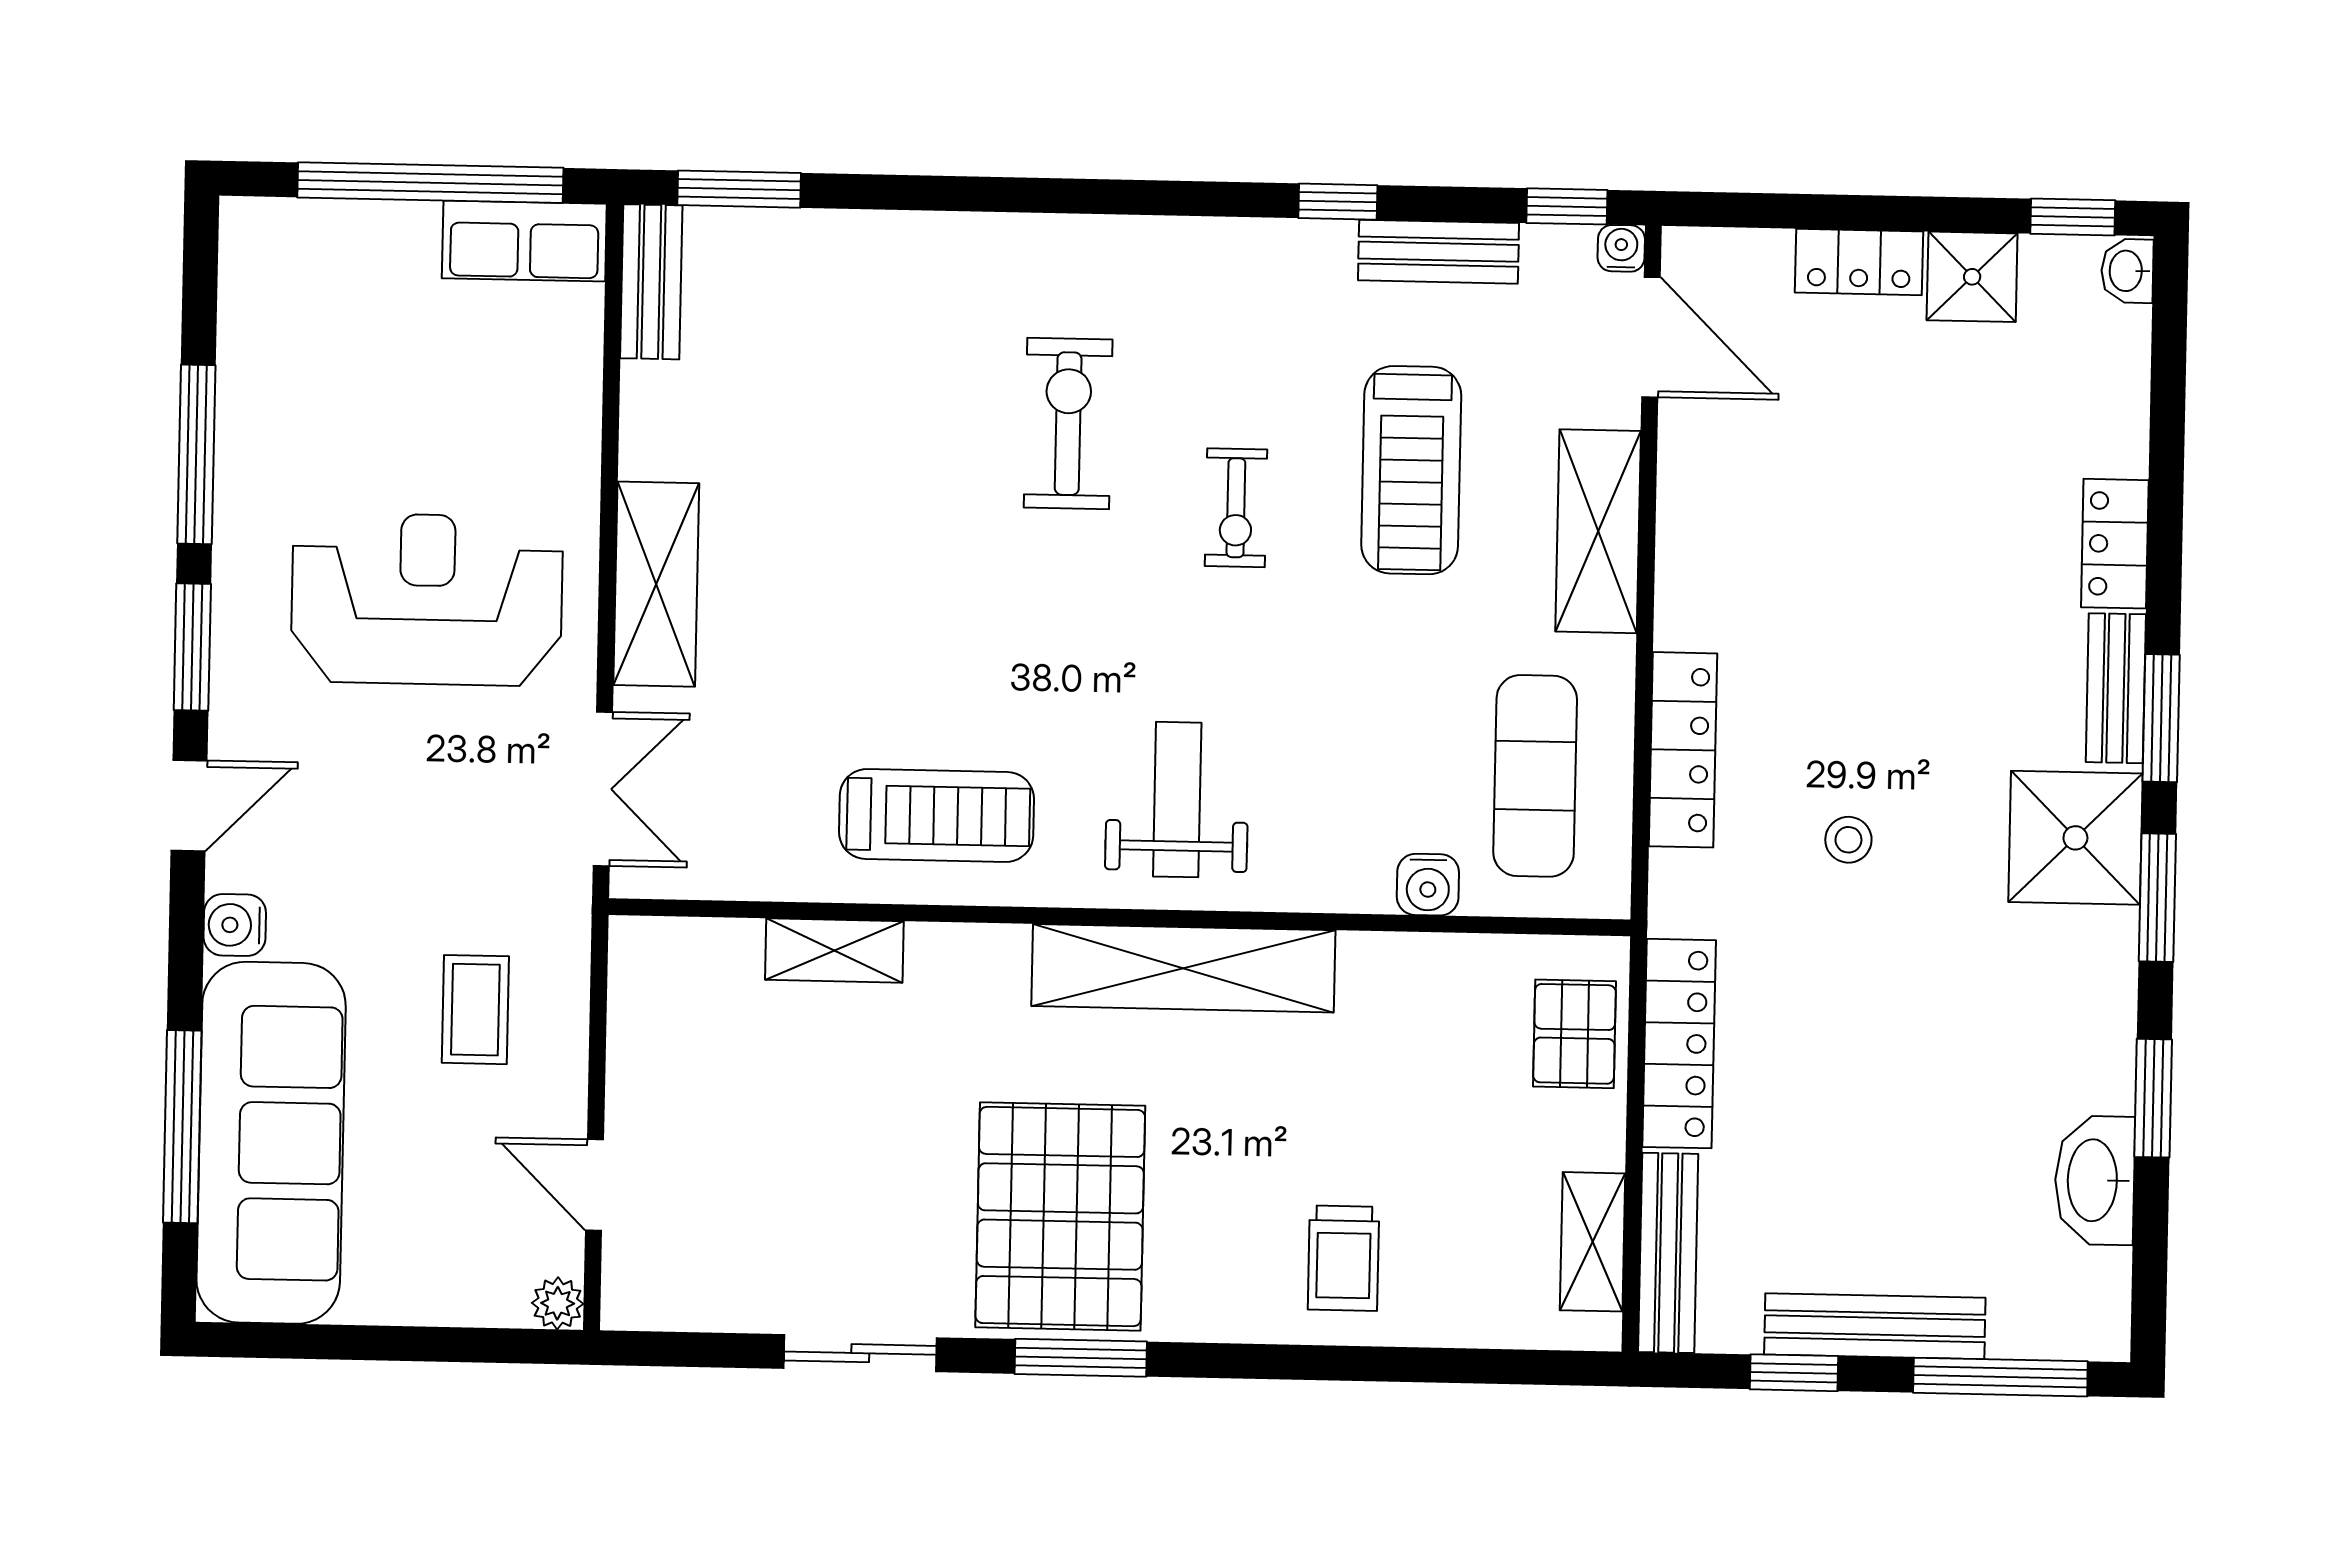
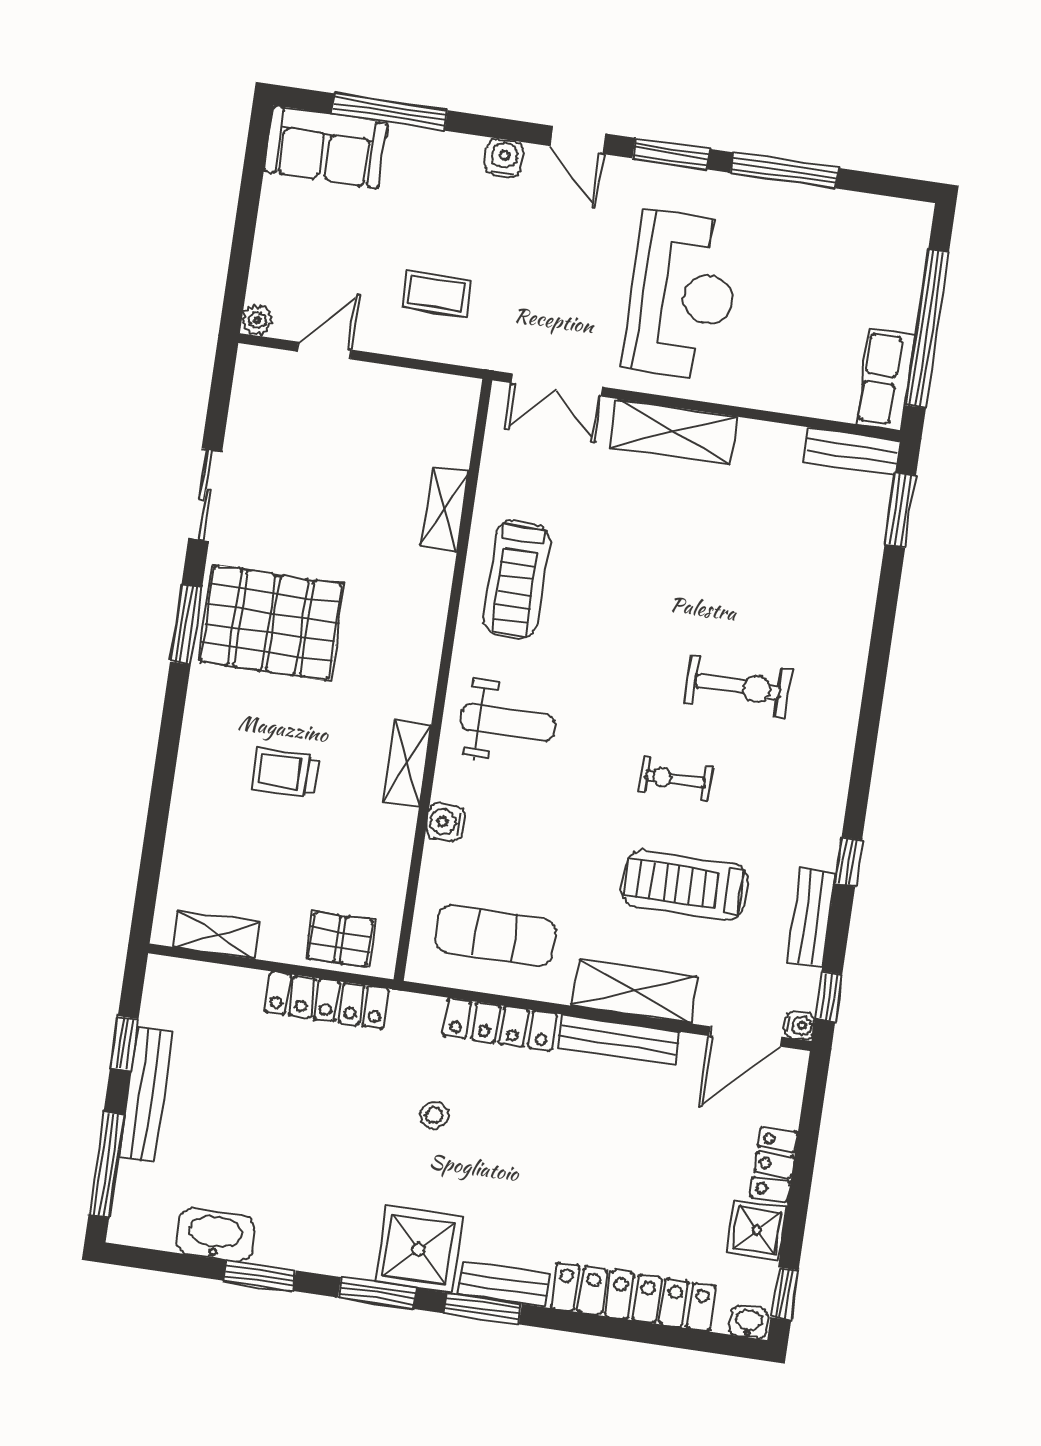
locker: (2115, 544) -> (633, 1297), width x2.16, depth x1.21
water cooler: (1428, 885) -> (445, 822), moved
shelving: (1183, 968) -> (407, 763), width x0.45, depth x0.75
sofa: (271, 1143) -> (326, 147), width x0.54, depth x0.79
bench: (1668, 1253) -> (619, 1040), moved
trolley: (1343, 1258) -> (285, 773), moved

